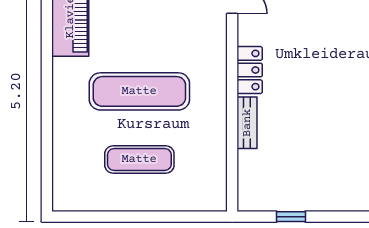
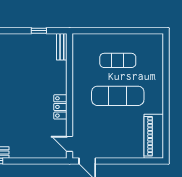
bench: (247, 123) -> (62, 47), moved

